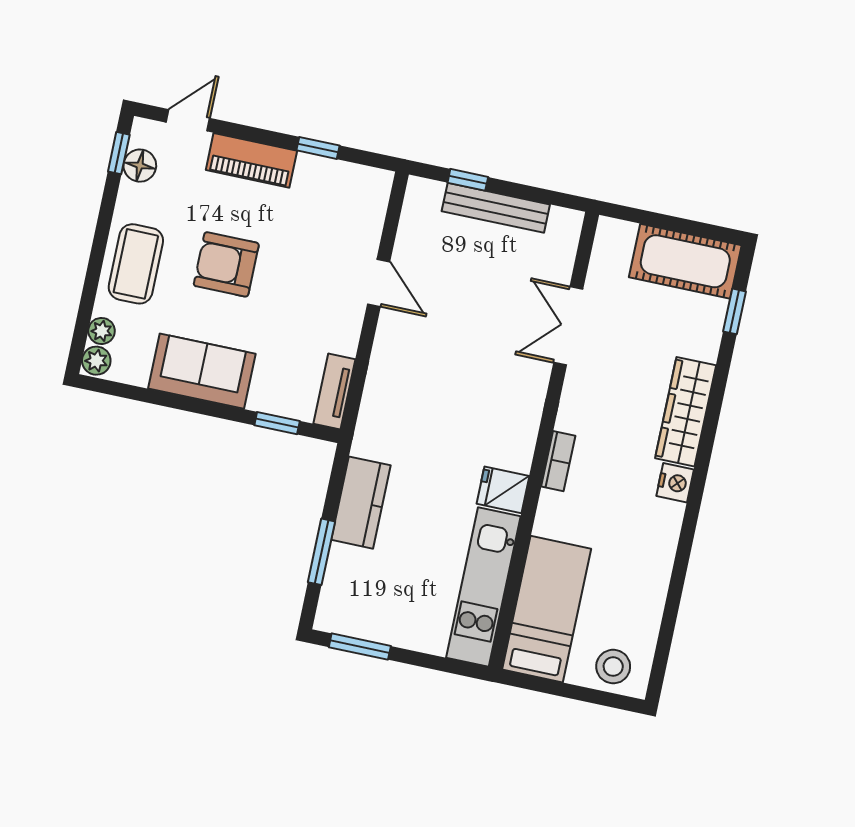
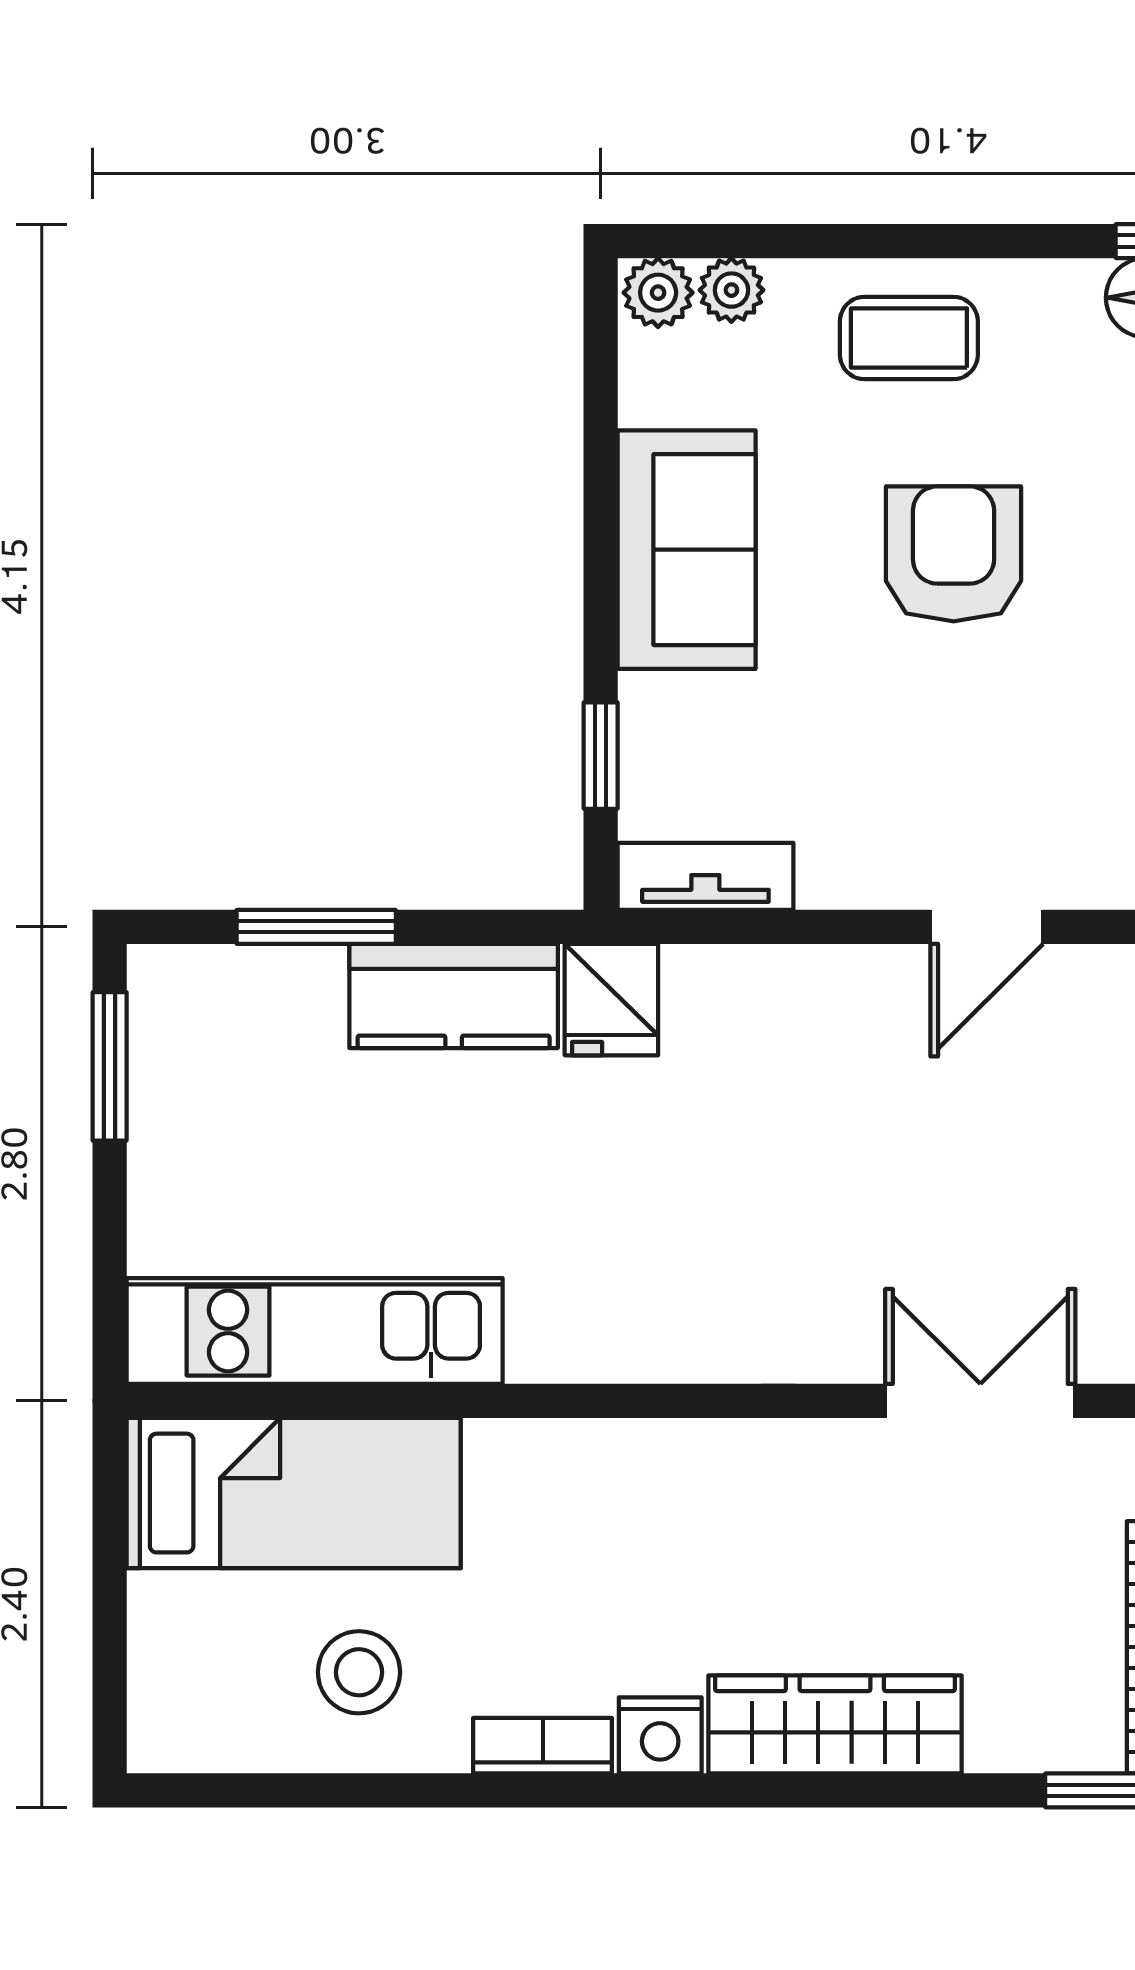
coffee table: (136, 264) -> (909, 338), width x0.73, depth x0.77
bookcase: (558, 461) -> (543, 1746), moved, turned 180
fridge: (503, 490) -> (611, 1000), moved, turned 180
stool: (613, 667) -> (359, 1672), moved

